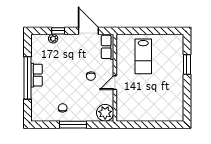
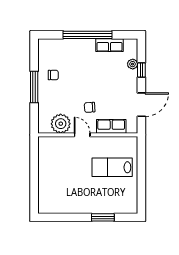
row of seats: (107, 47) -> (111, 126), moved
row of seats: (37, 75) -> (110, 45), moved
plant: (105, 113) -> (61, 124), moved

